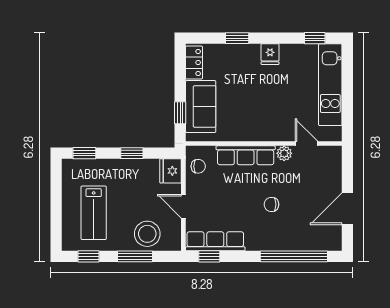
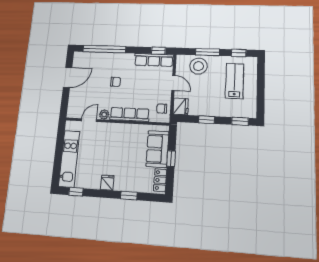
window: (180, 113) -> (171, 159), moved
door: (306, 144) -> (89, 120), swing flipped

